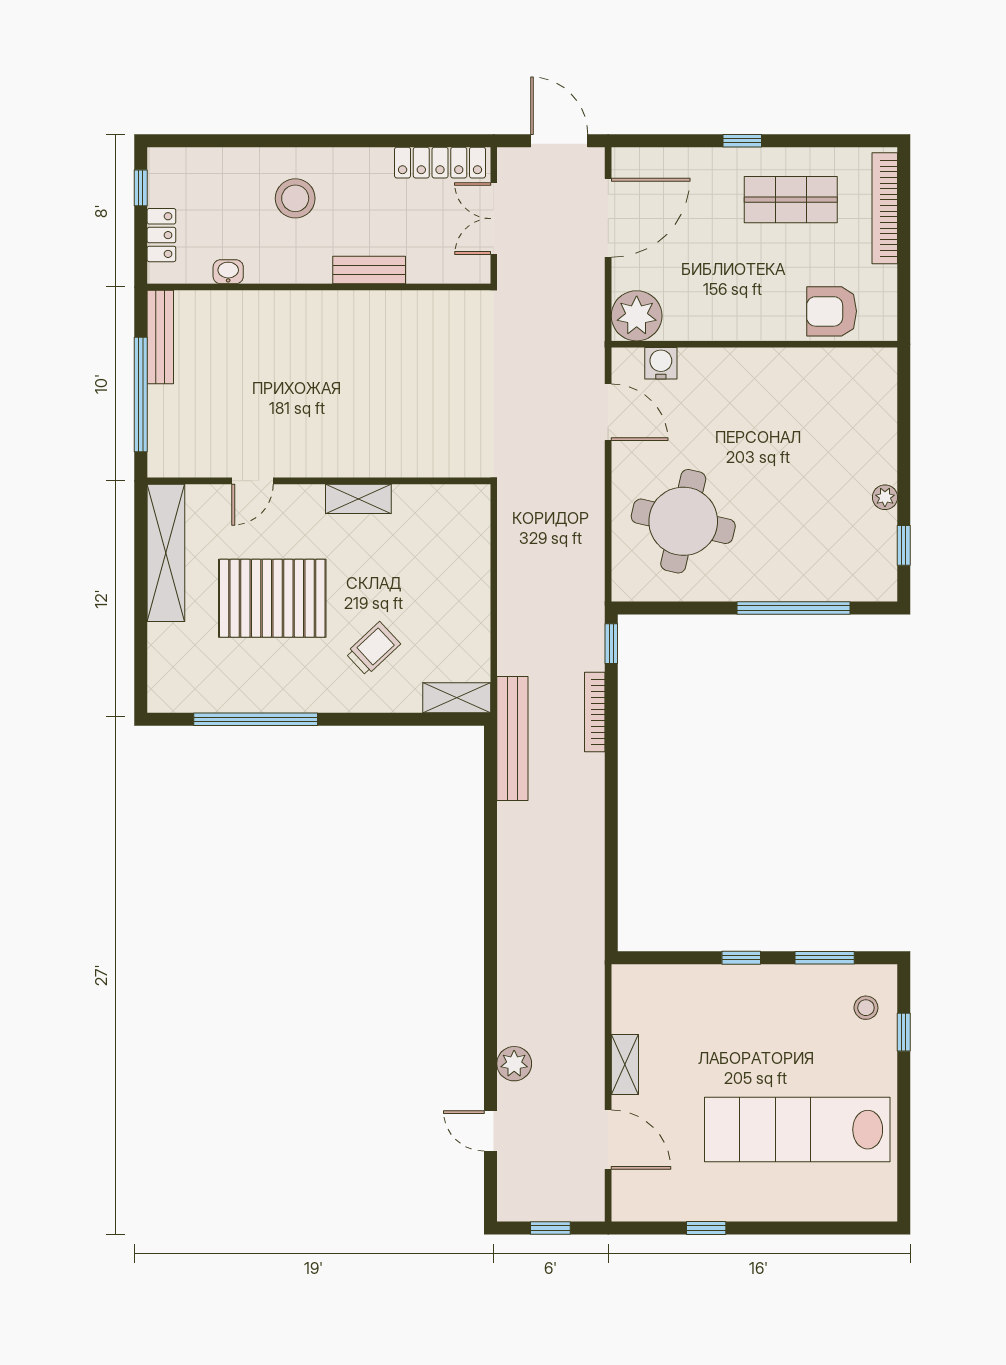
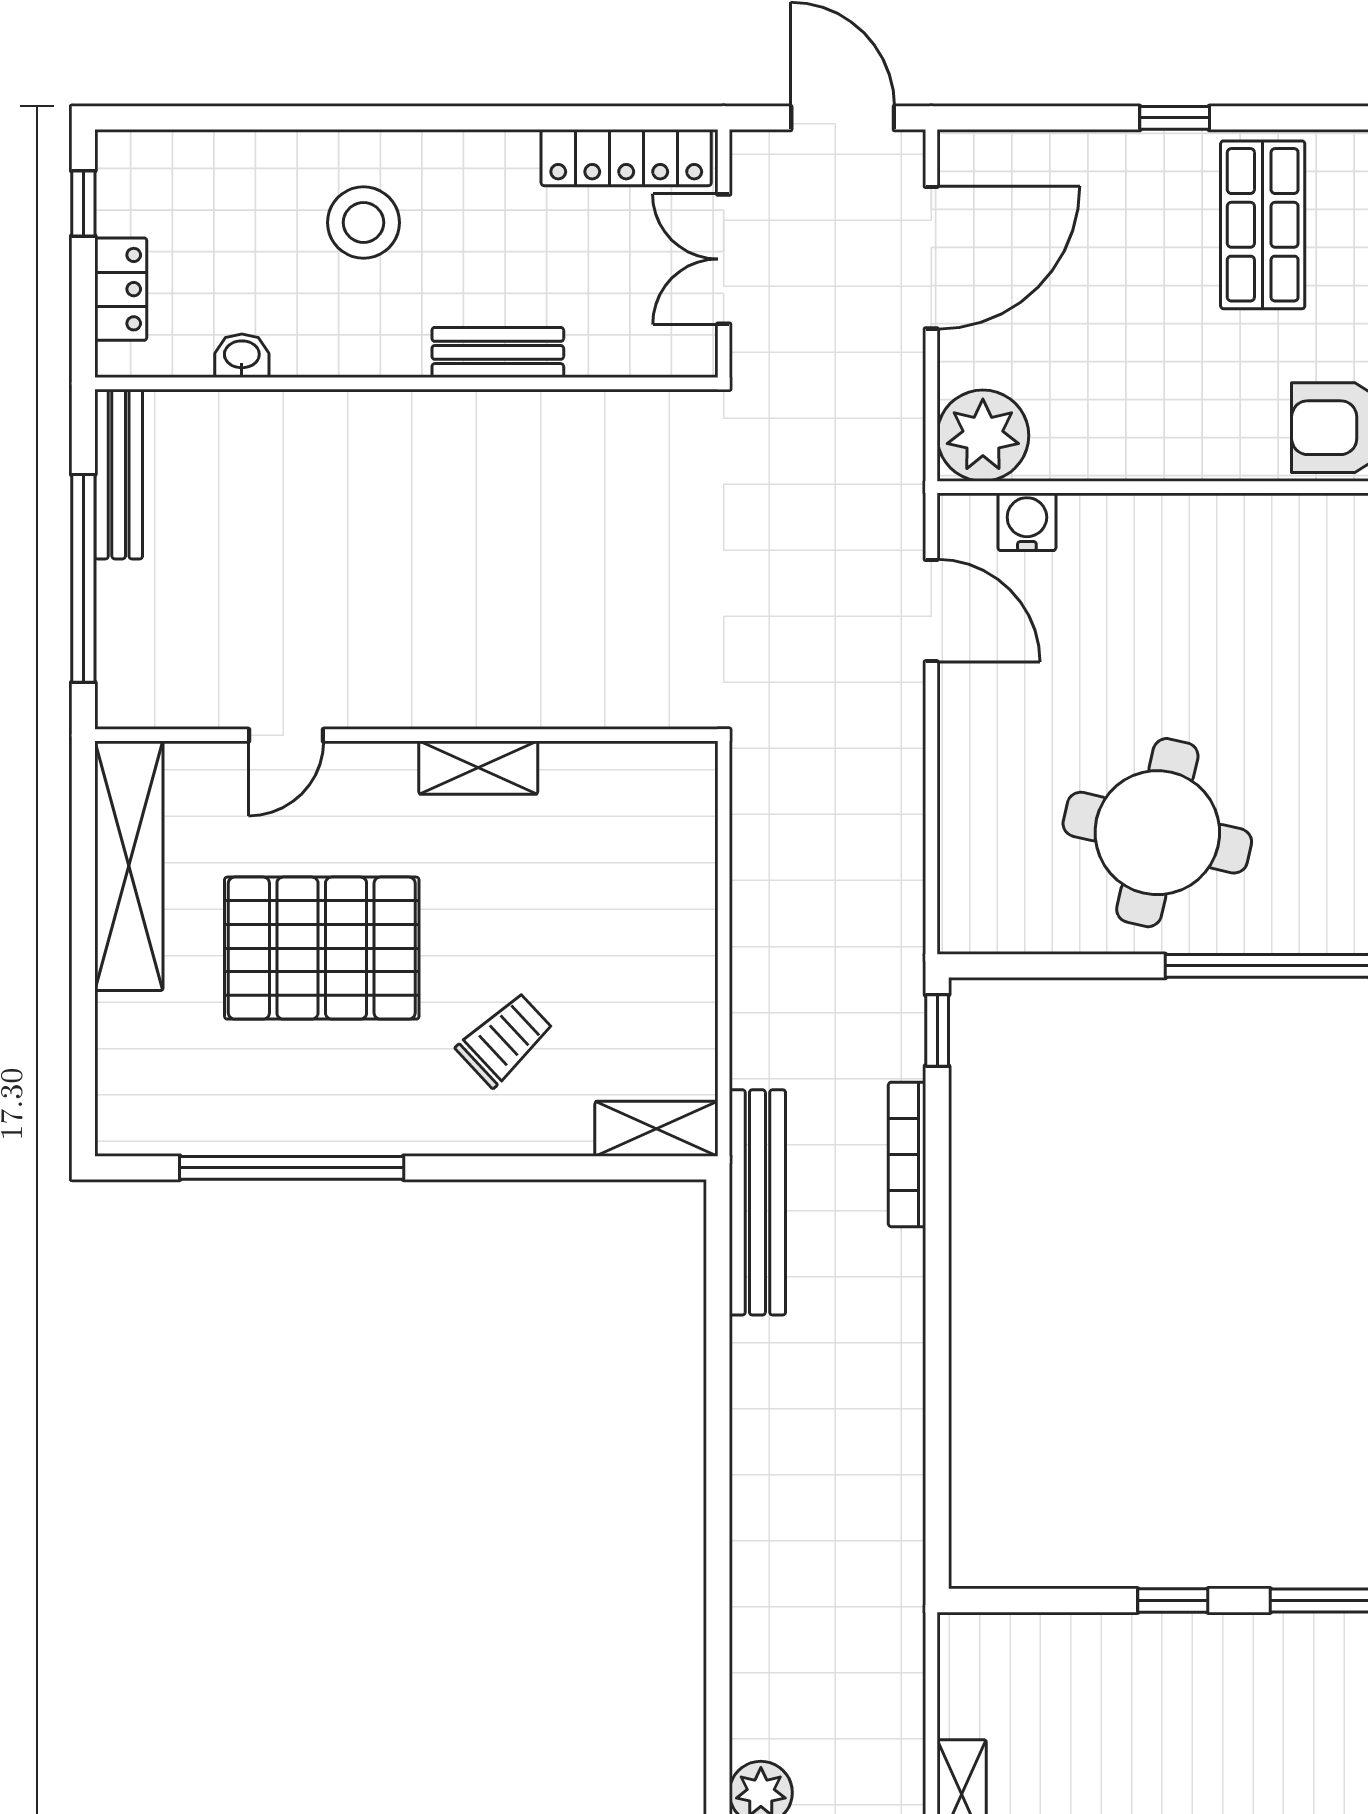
shop shelf: (791, 200) -> (1263, 225), turned 90
round table: (683, 521) -> (1157, 833), moved

